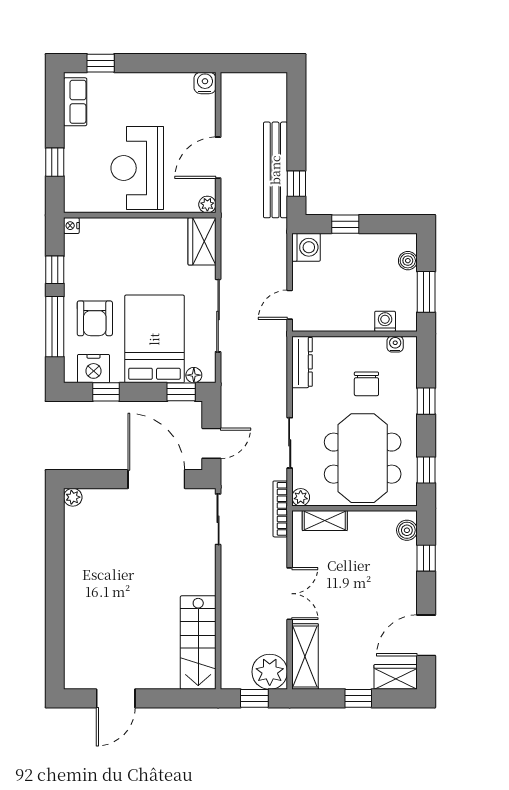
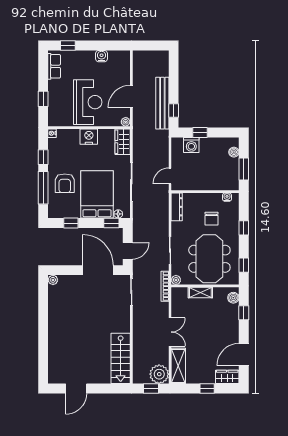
water cooler: (205, 83) -> (102, 56), moved
reception desk: (137, 168) -> (88, 102), turned 180
washing machine: (306, 247) -> (191, 145), moved, turned 90
washing machine: (385, 321) -> (222, 185), removed
nightstand: (94, 369) -> (89, 137), moved, turned 180
shelving: (325, 521) -> (200, 292), moved

